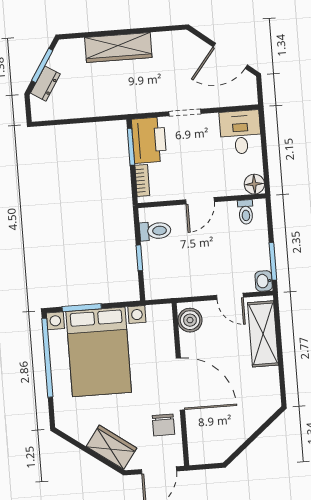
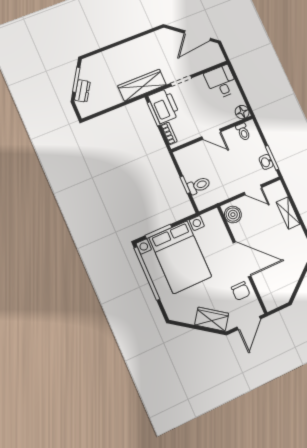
wardrobe: (118, 48) -> (142, 85), moved, turned 180
door: (200, 201) -> (211, 134), hinge flipped
toilet: (155, 231) -> (199, 185), moved
washbasin: (264, 281) -> (266, 162), moved
shelving: (263, 334) -> (288, 213), width x0.67, depth x0.75

